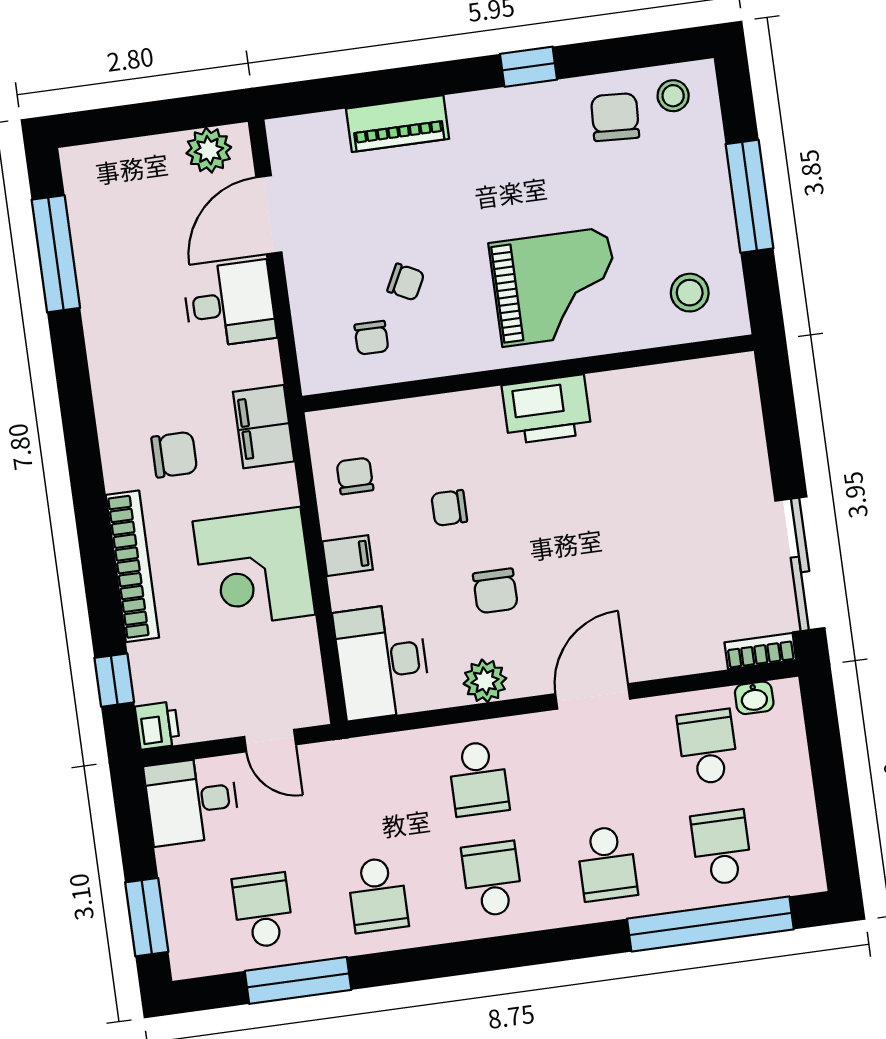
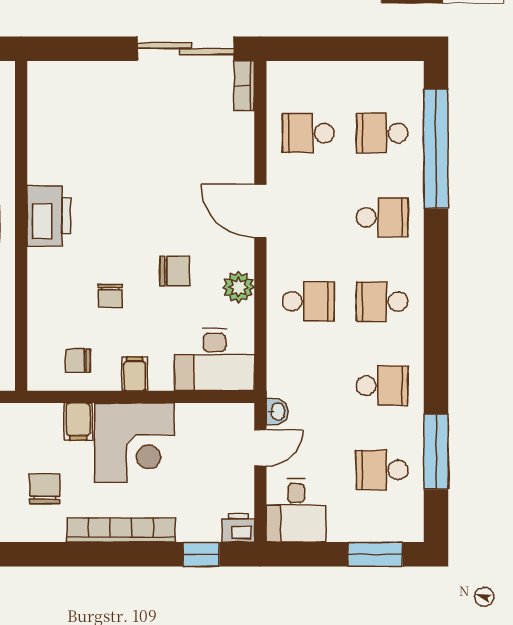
filing cabinet: (264, 427) -> (78, 422), moved, width x0.50
washbasin: (754, 698) -> (277, 412), moved

